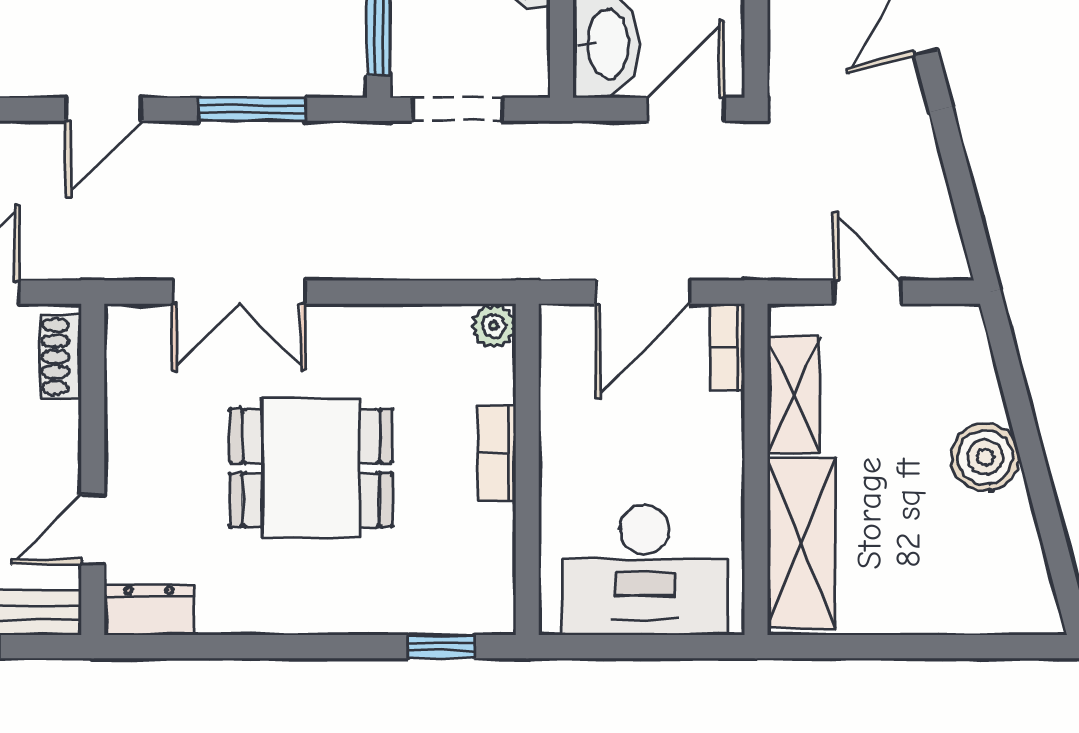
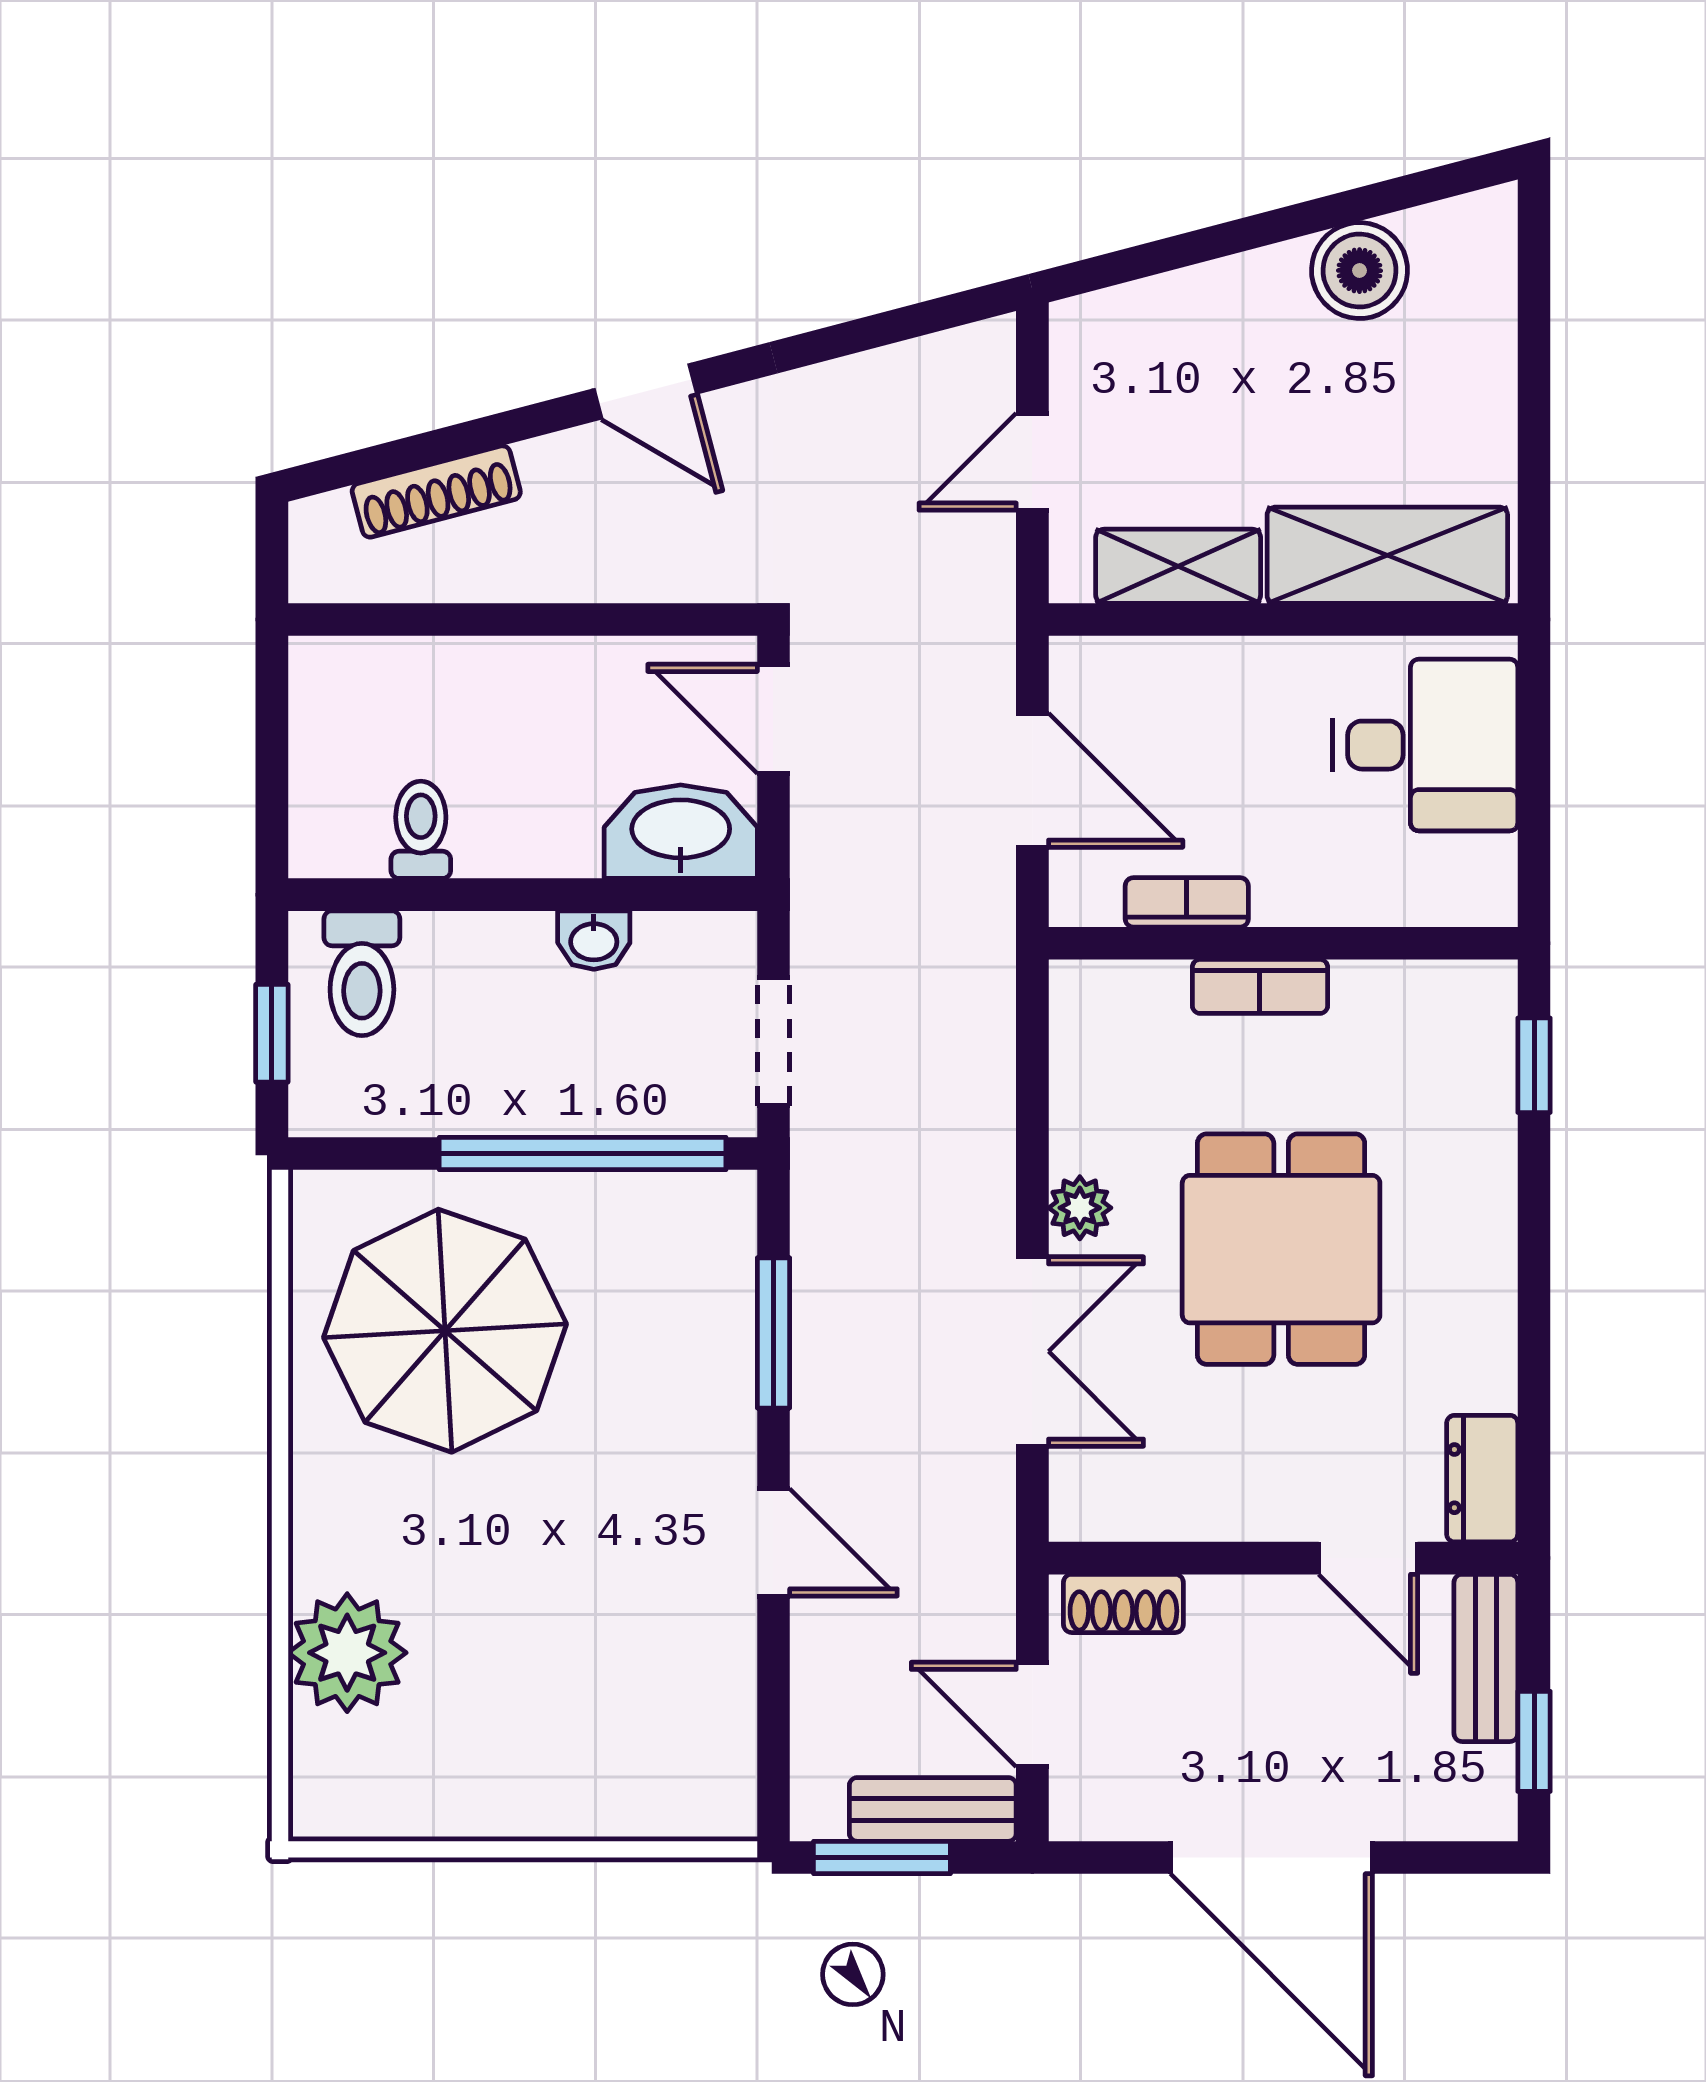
plant: (494, 326) -> (1080, 1208), moved
bookcase: (727, 347) -> (1187, 902), moved, turned 180
boiler: (985, 457) -> (1360, 271), moved
desk: (645, 570) -> (1425, 745), width x0.73

